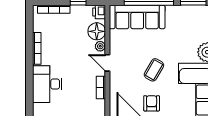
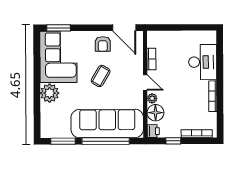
sofa: (137, 17) -> (107, 124), width x1.36, depth x1.27

